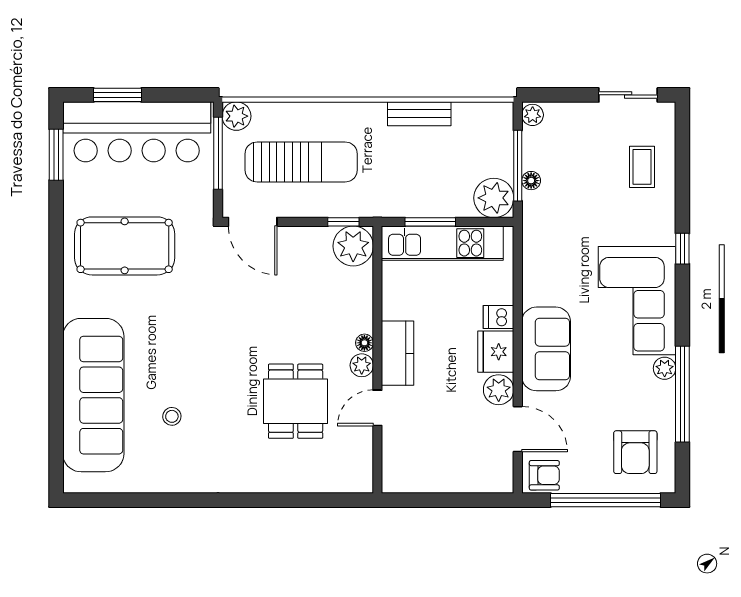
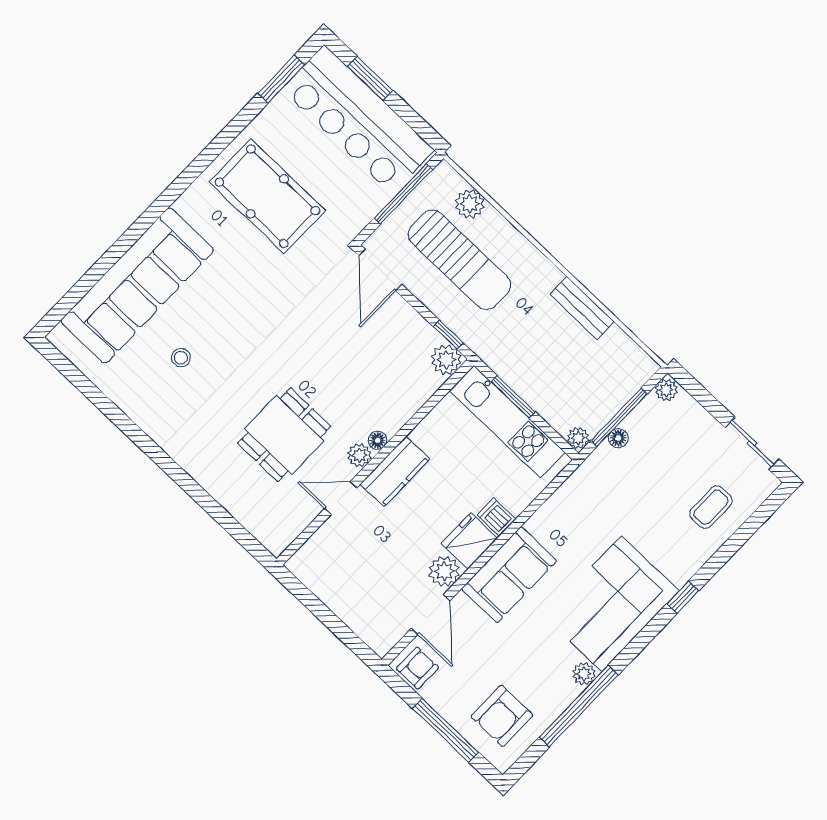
plant: (236, 116) -> (470, 204), moved
plant: (494, 198) -> (578, 438), width x0.53, depth x0.53
plant: (353, 246) -> (446, 360), width x0.73, depth x0.73
armchair: (544, 475) -> (417, 668), turned -90
window: (606, 500) -> (445, 730), width x0.68

